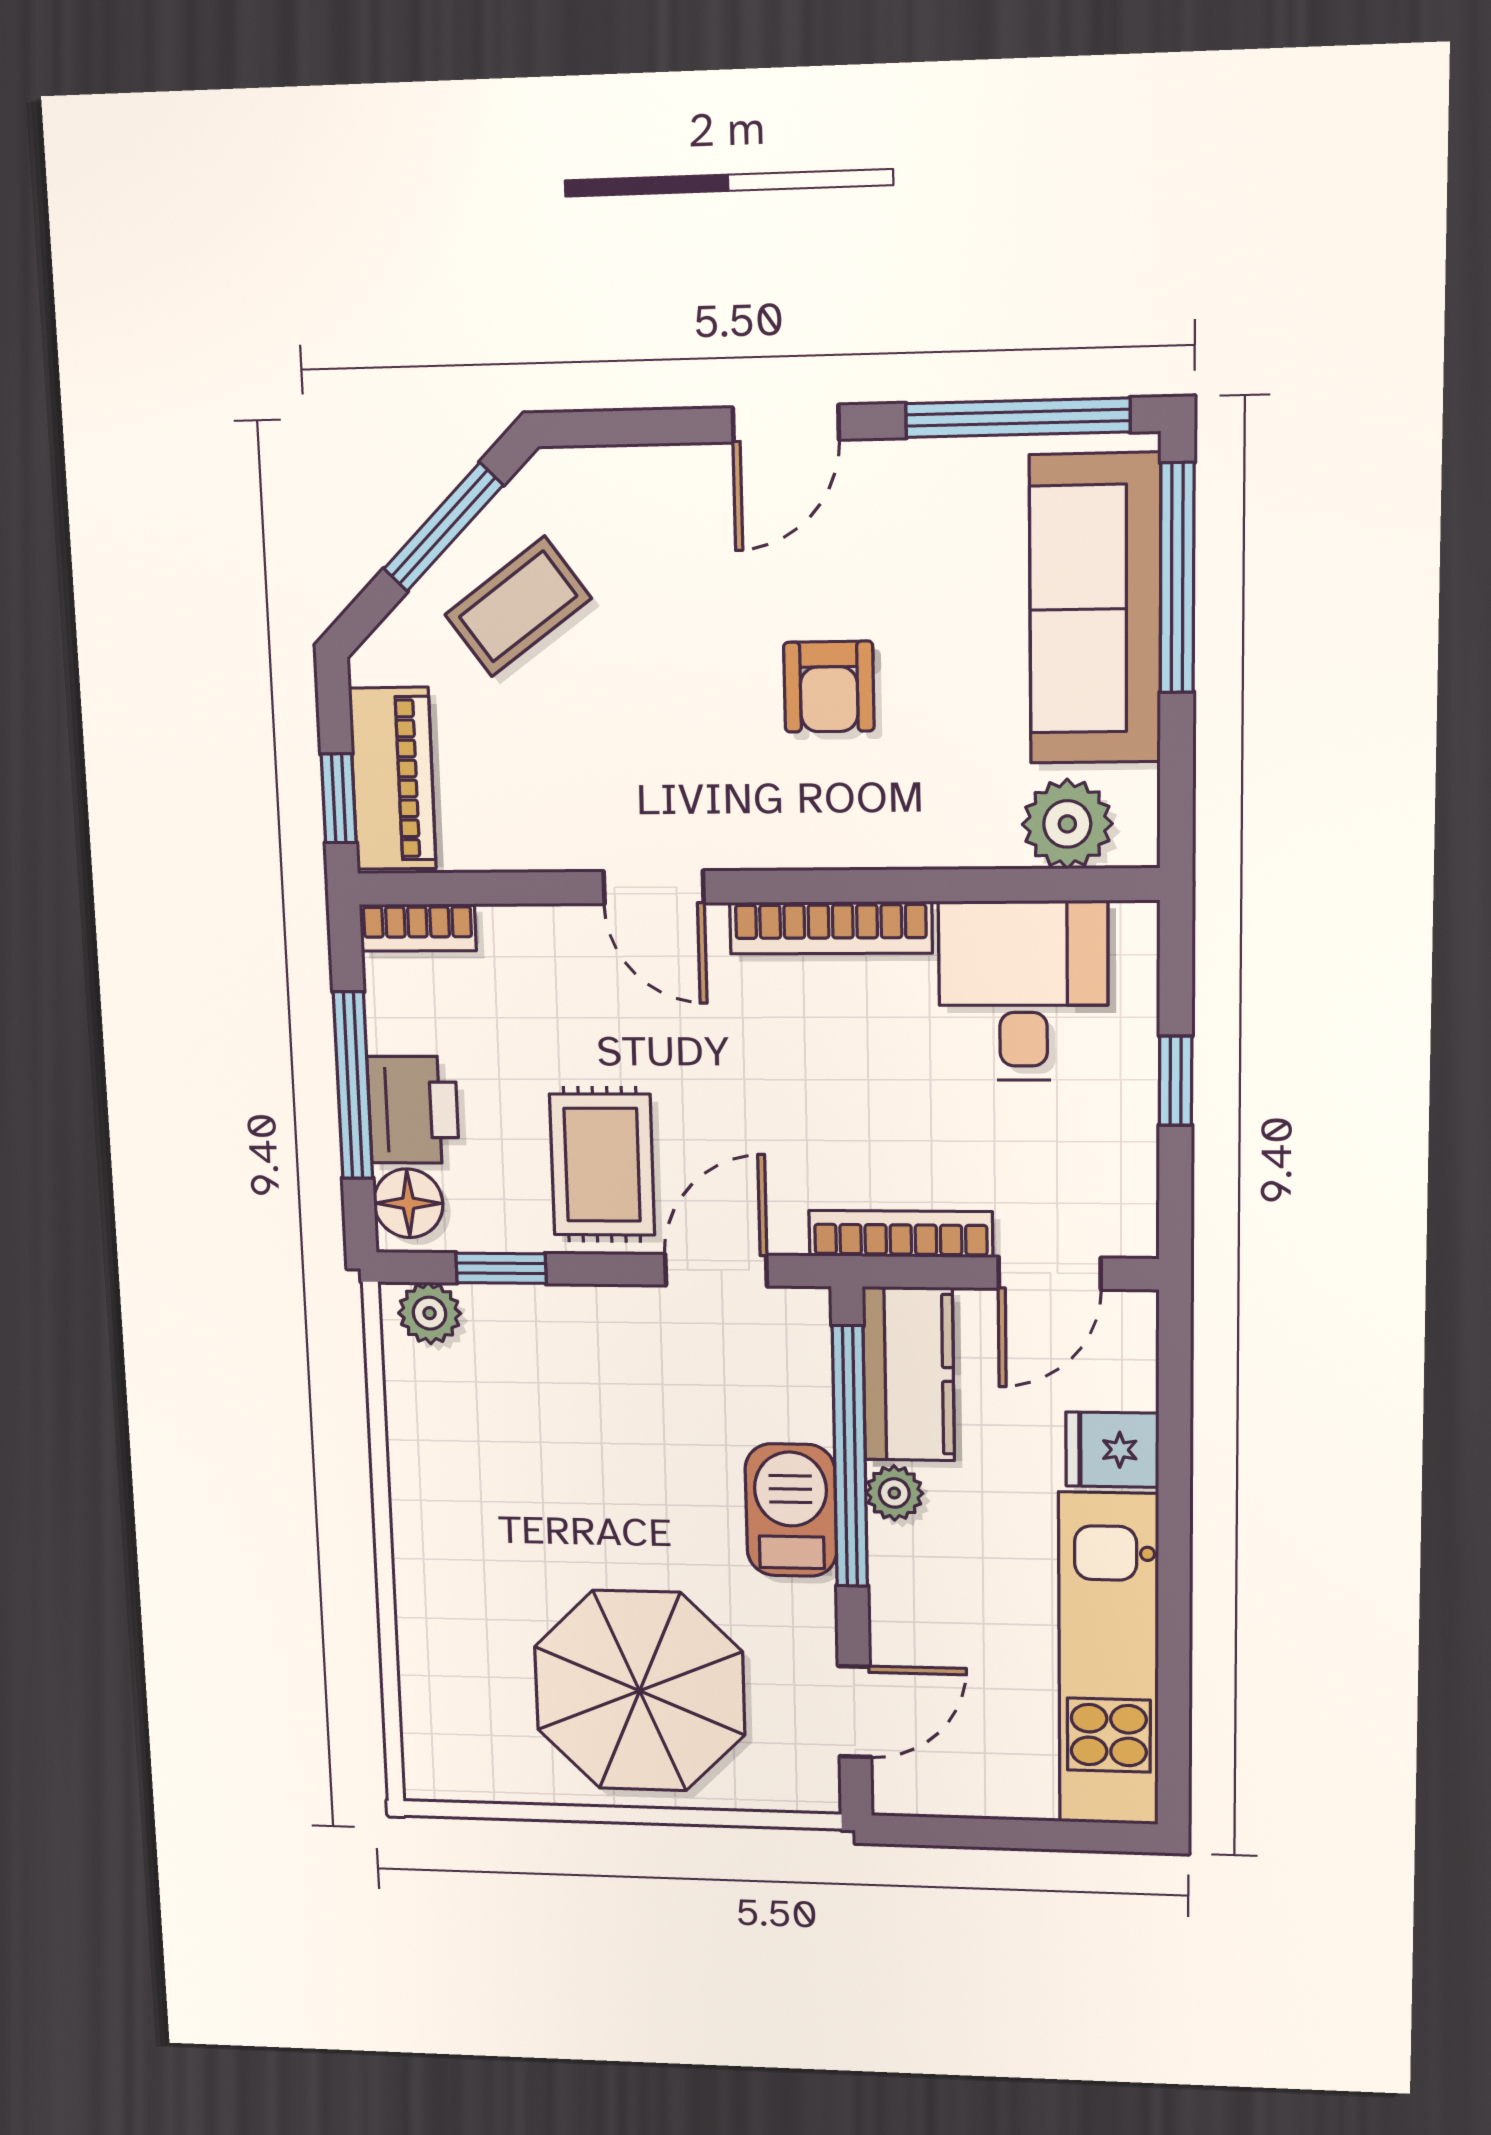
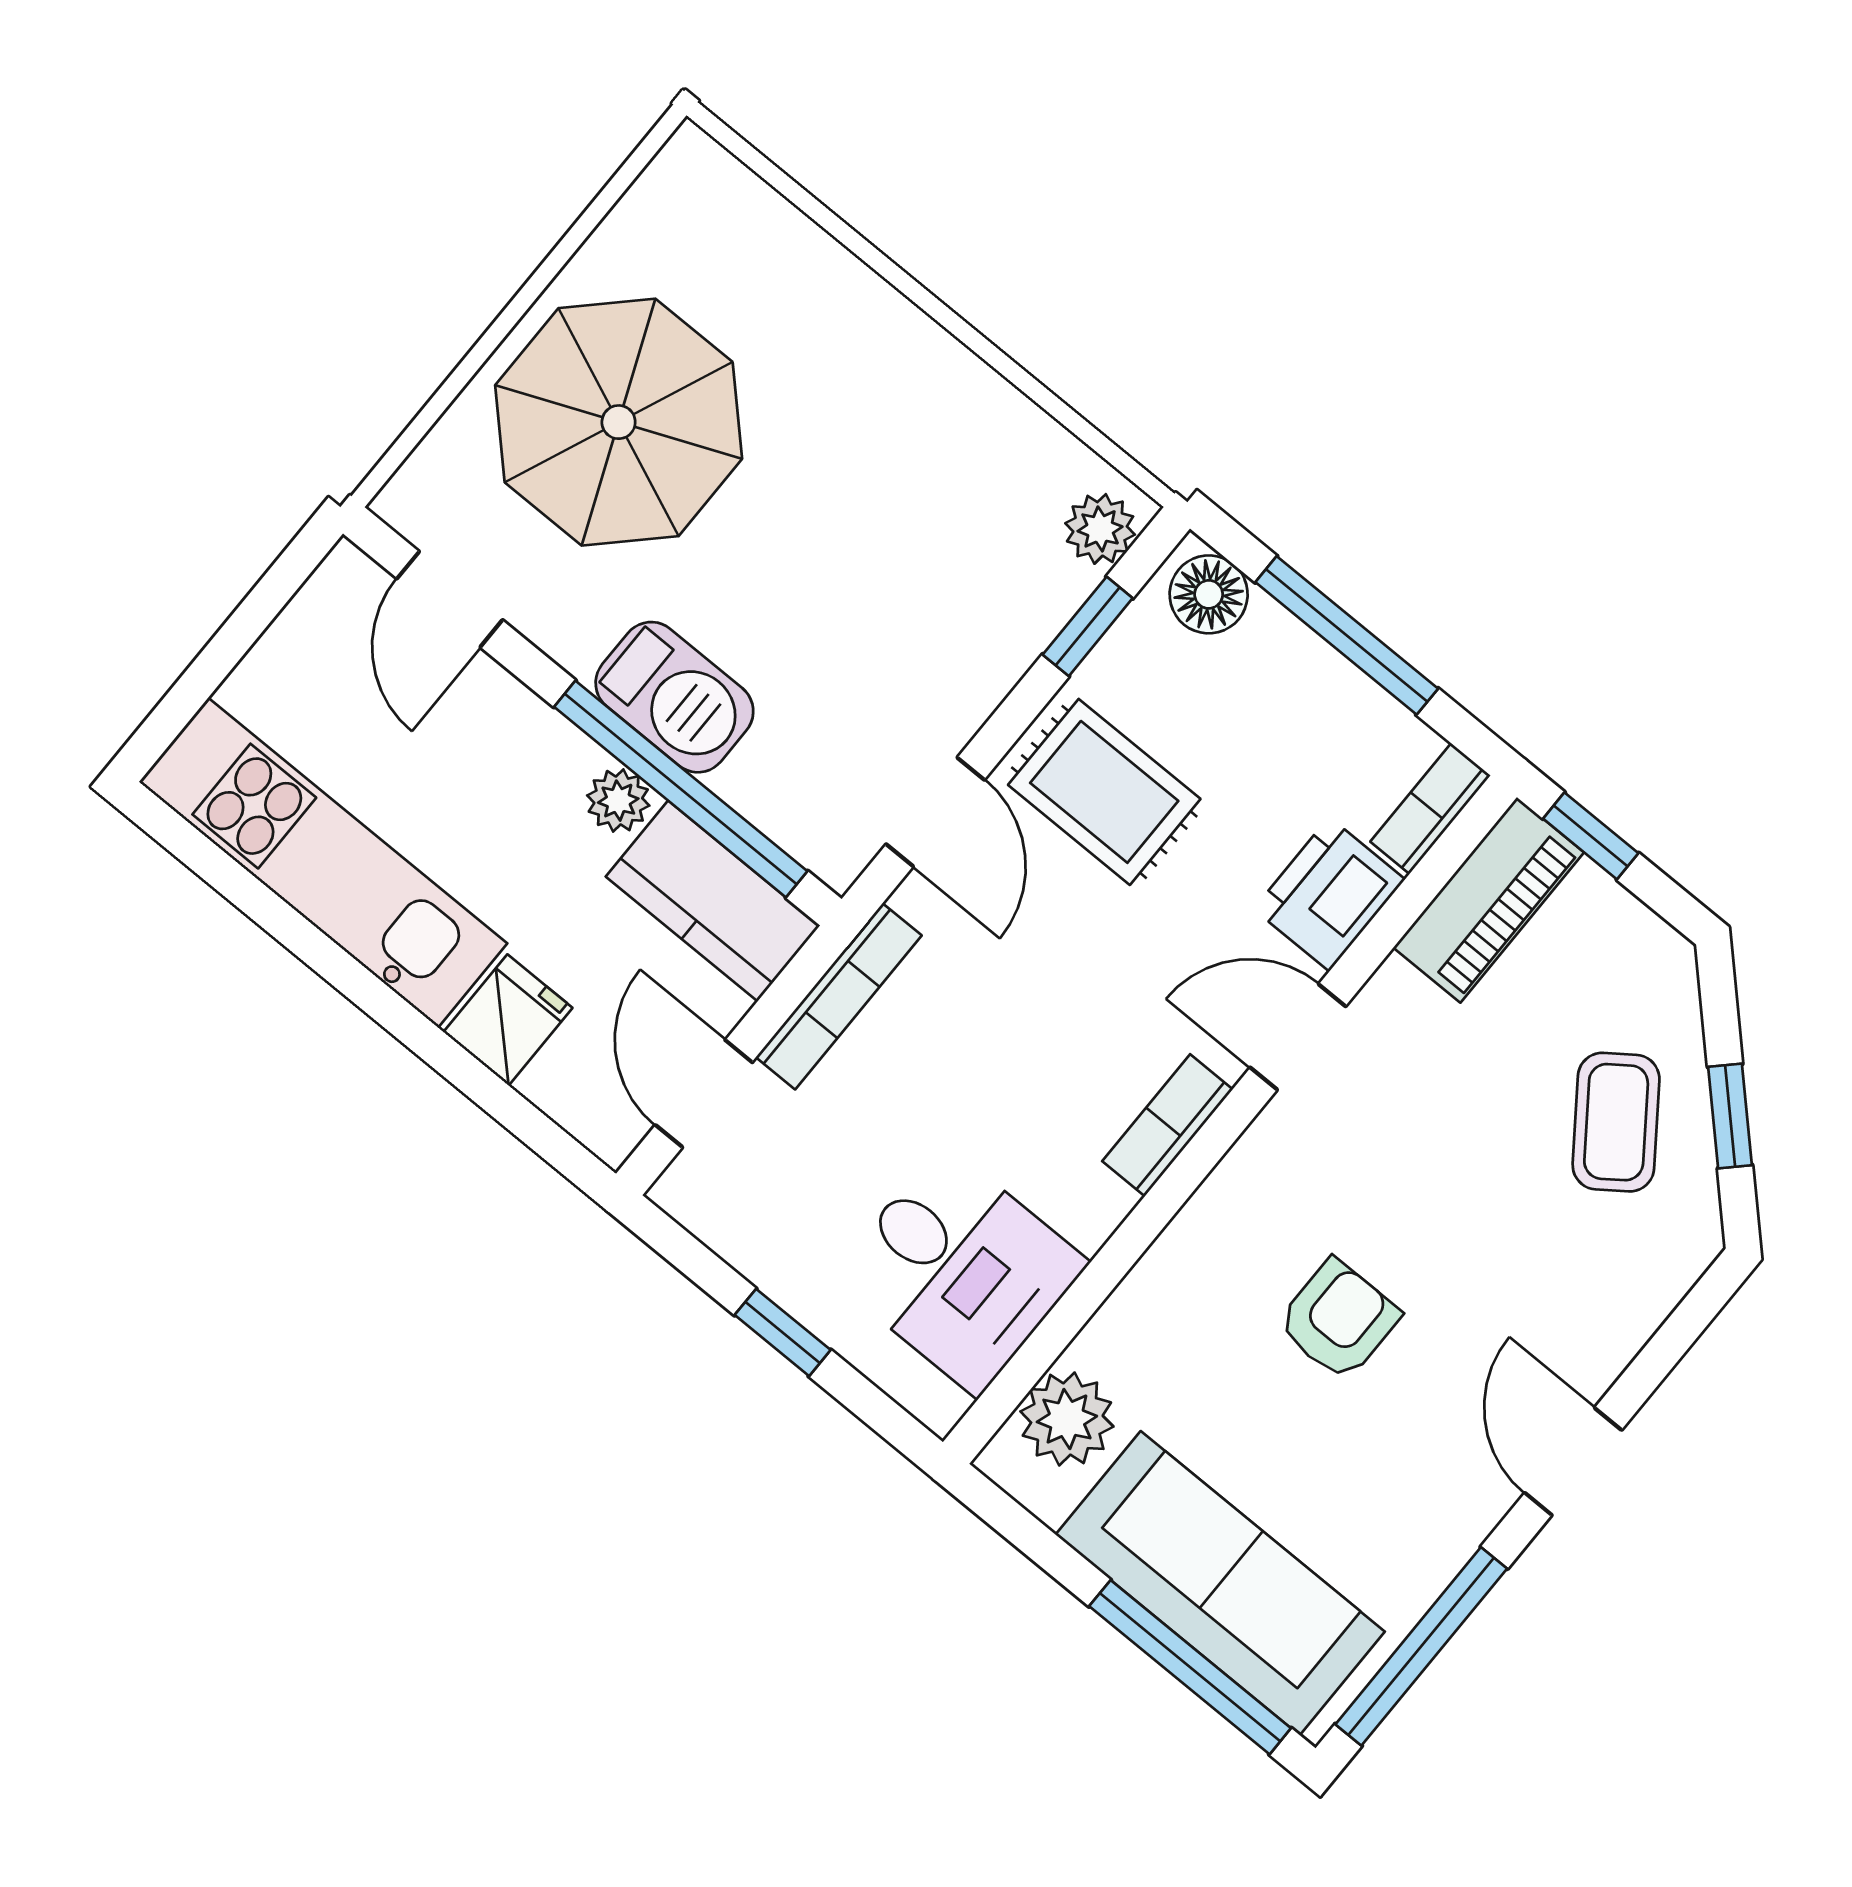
window: (443, 527) -> (1730, 1116), width x0.67
armchair: (829, 687) -> (1338, 1320), turned 90
piano: (392, 779) -> (1489, 900), moved, turned -90
bookcase: (831, 928) -> (1167, 1125), width x0.64
printer: (413, 1110) -> (1329, 894), moved, turned 90

